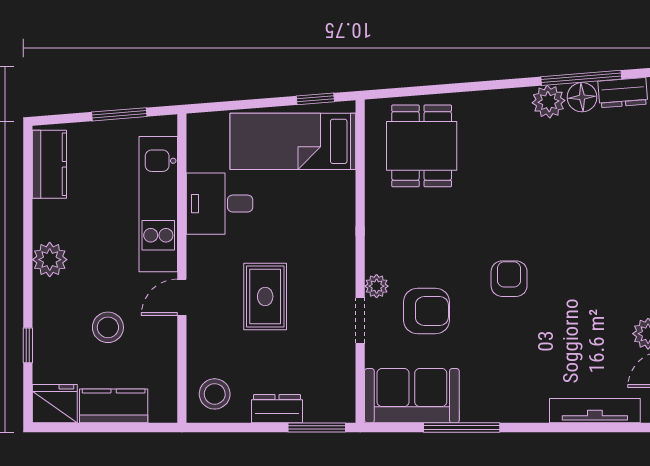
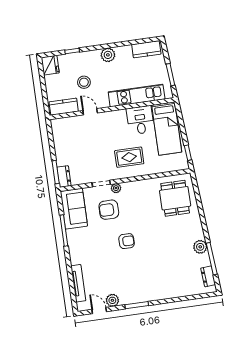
floor lamp: (582, 97) -> (204, 260), removed
bed: (293, 141) -> (167, 129), moved, turned 180
dining table: (422, 146) -> (175, 198), turned 90
rug: (265, 296) -> (129, 157), moved
door: (182, 297) -> (90, 112), moved
armchair: (426, 311) -> (109, 210), turned 90
stool: (215, 394) -> (63, 129), removed
kitchen counter: (114, 406) -> (64, 107), moved, turned -90
dresser: (277, 409) -> (64, 177), moved

